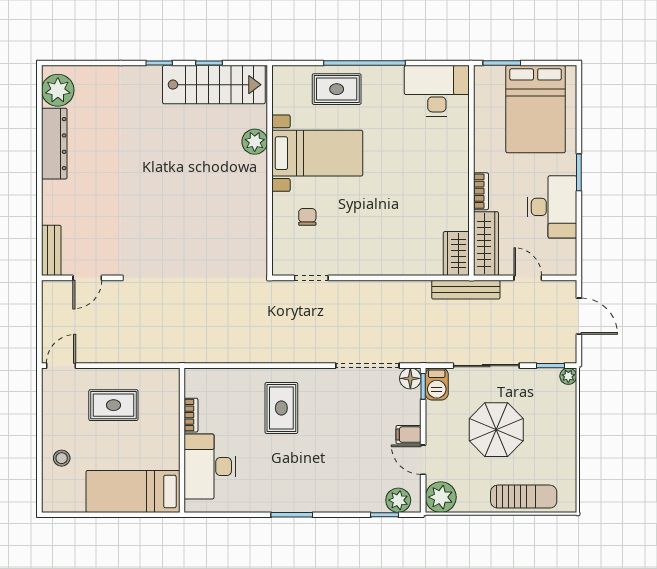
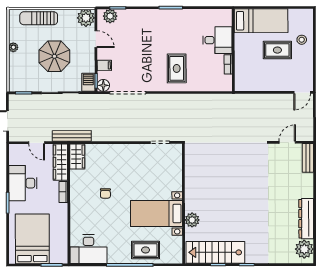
chair: (307, 217) -> (105, 193), moved
plant: (568, 376) -> (13, 47), moved
rug: (113, 405) -> (277, 50), moved
filing cabinet: (409, 435) -> (104, 65), moved
desk: (210, 466) -> (217, 40), width x0.73

